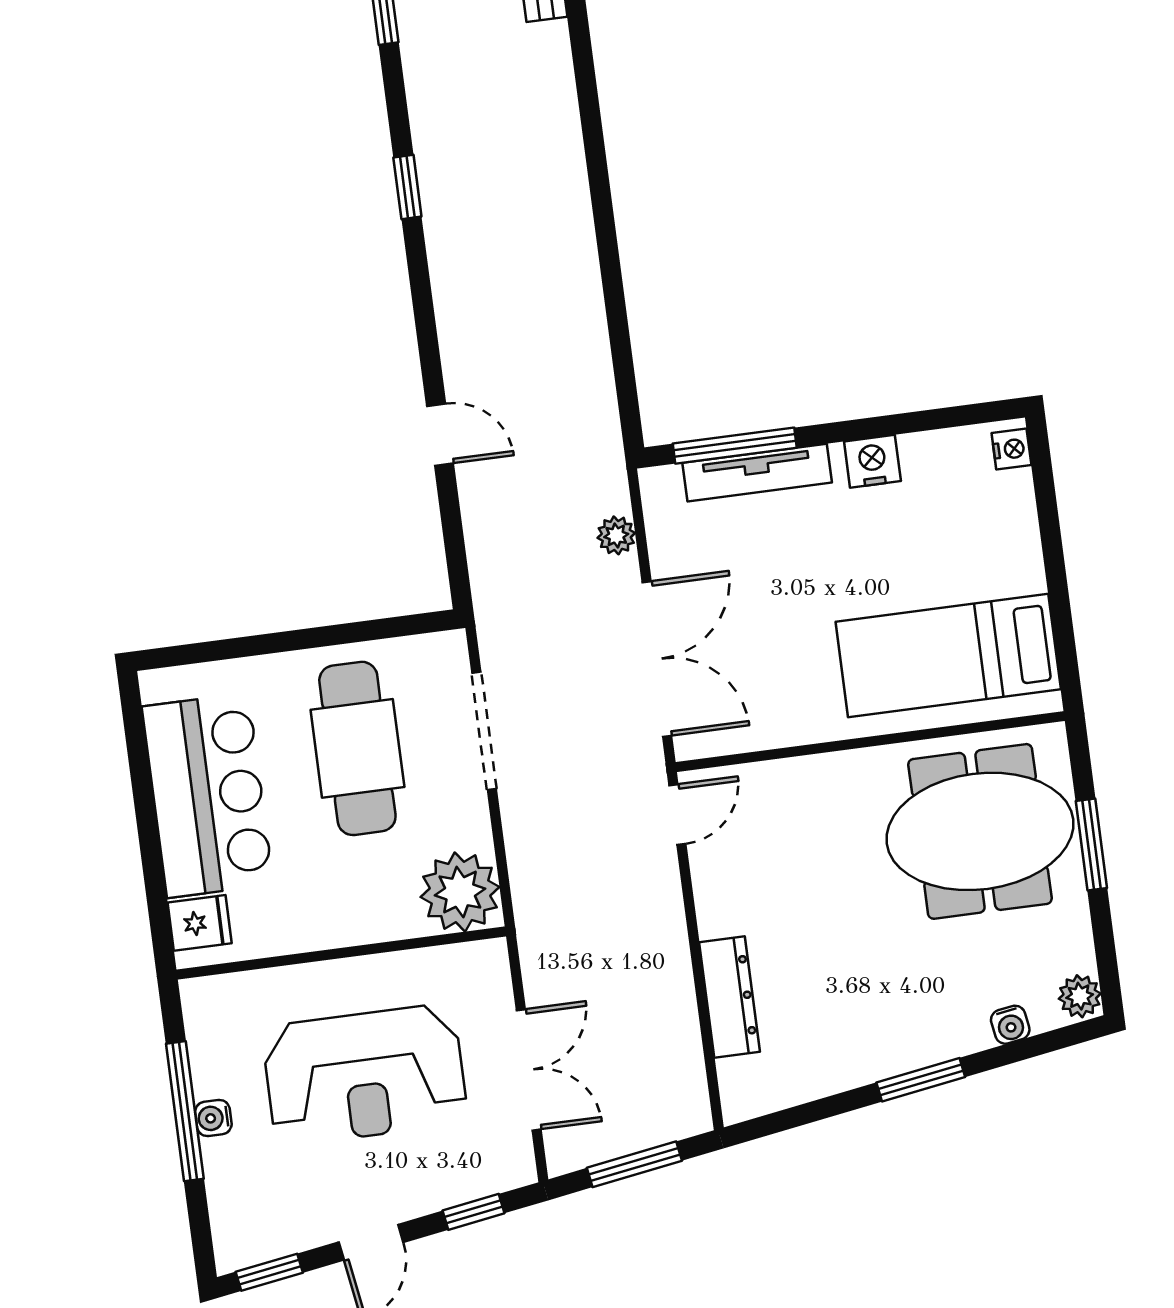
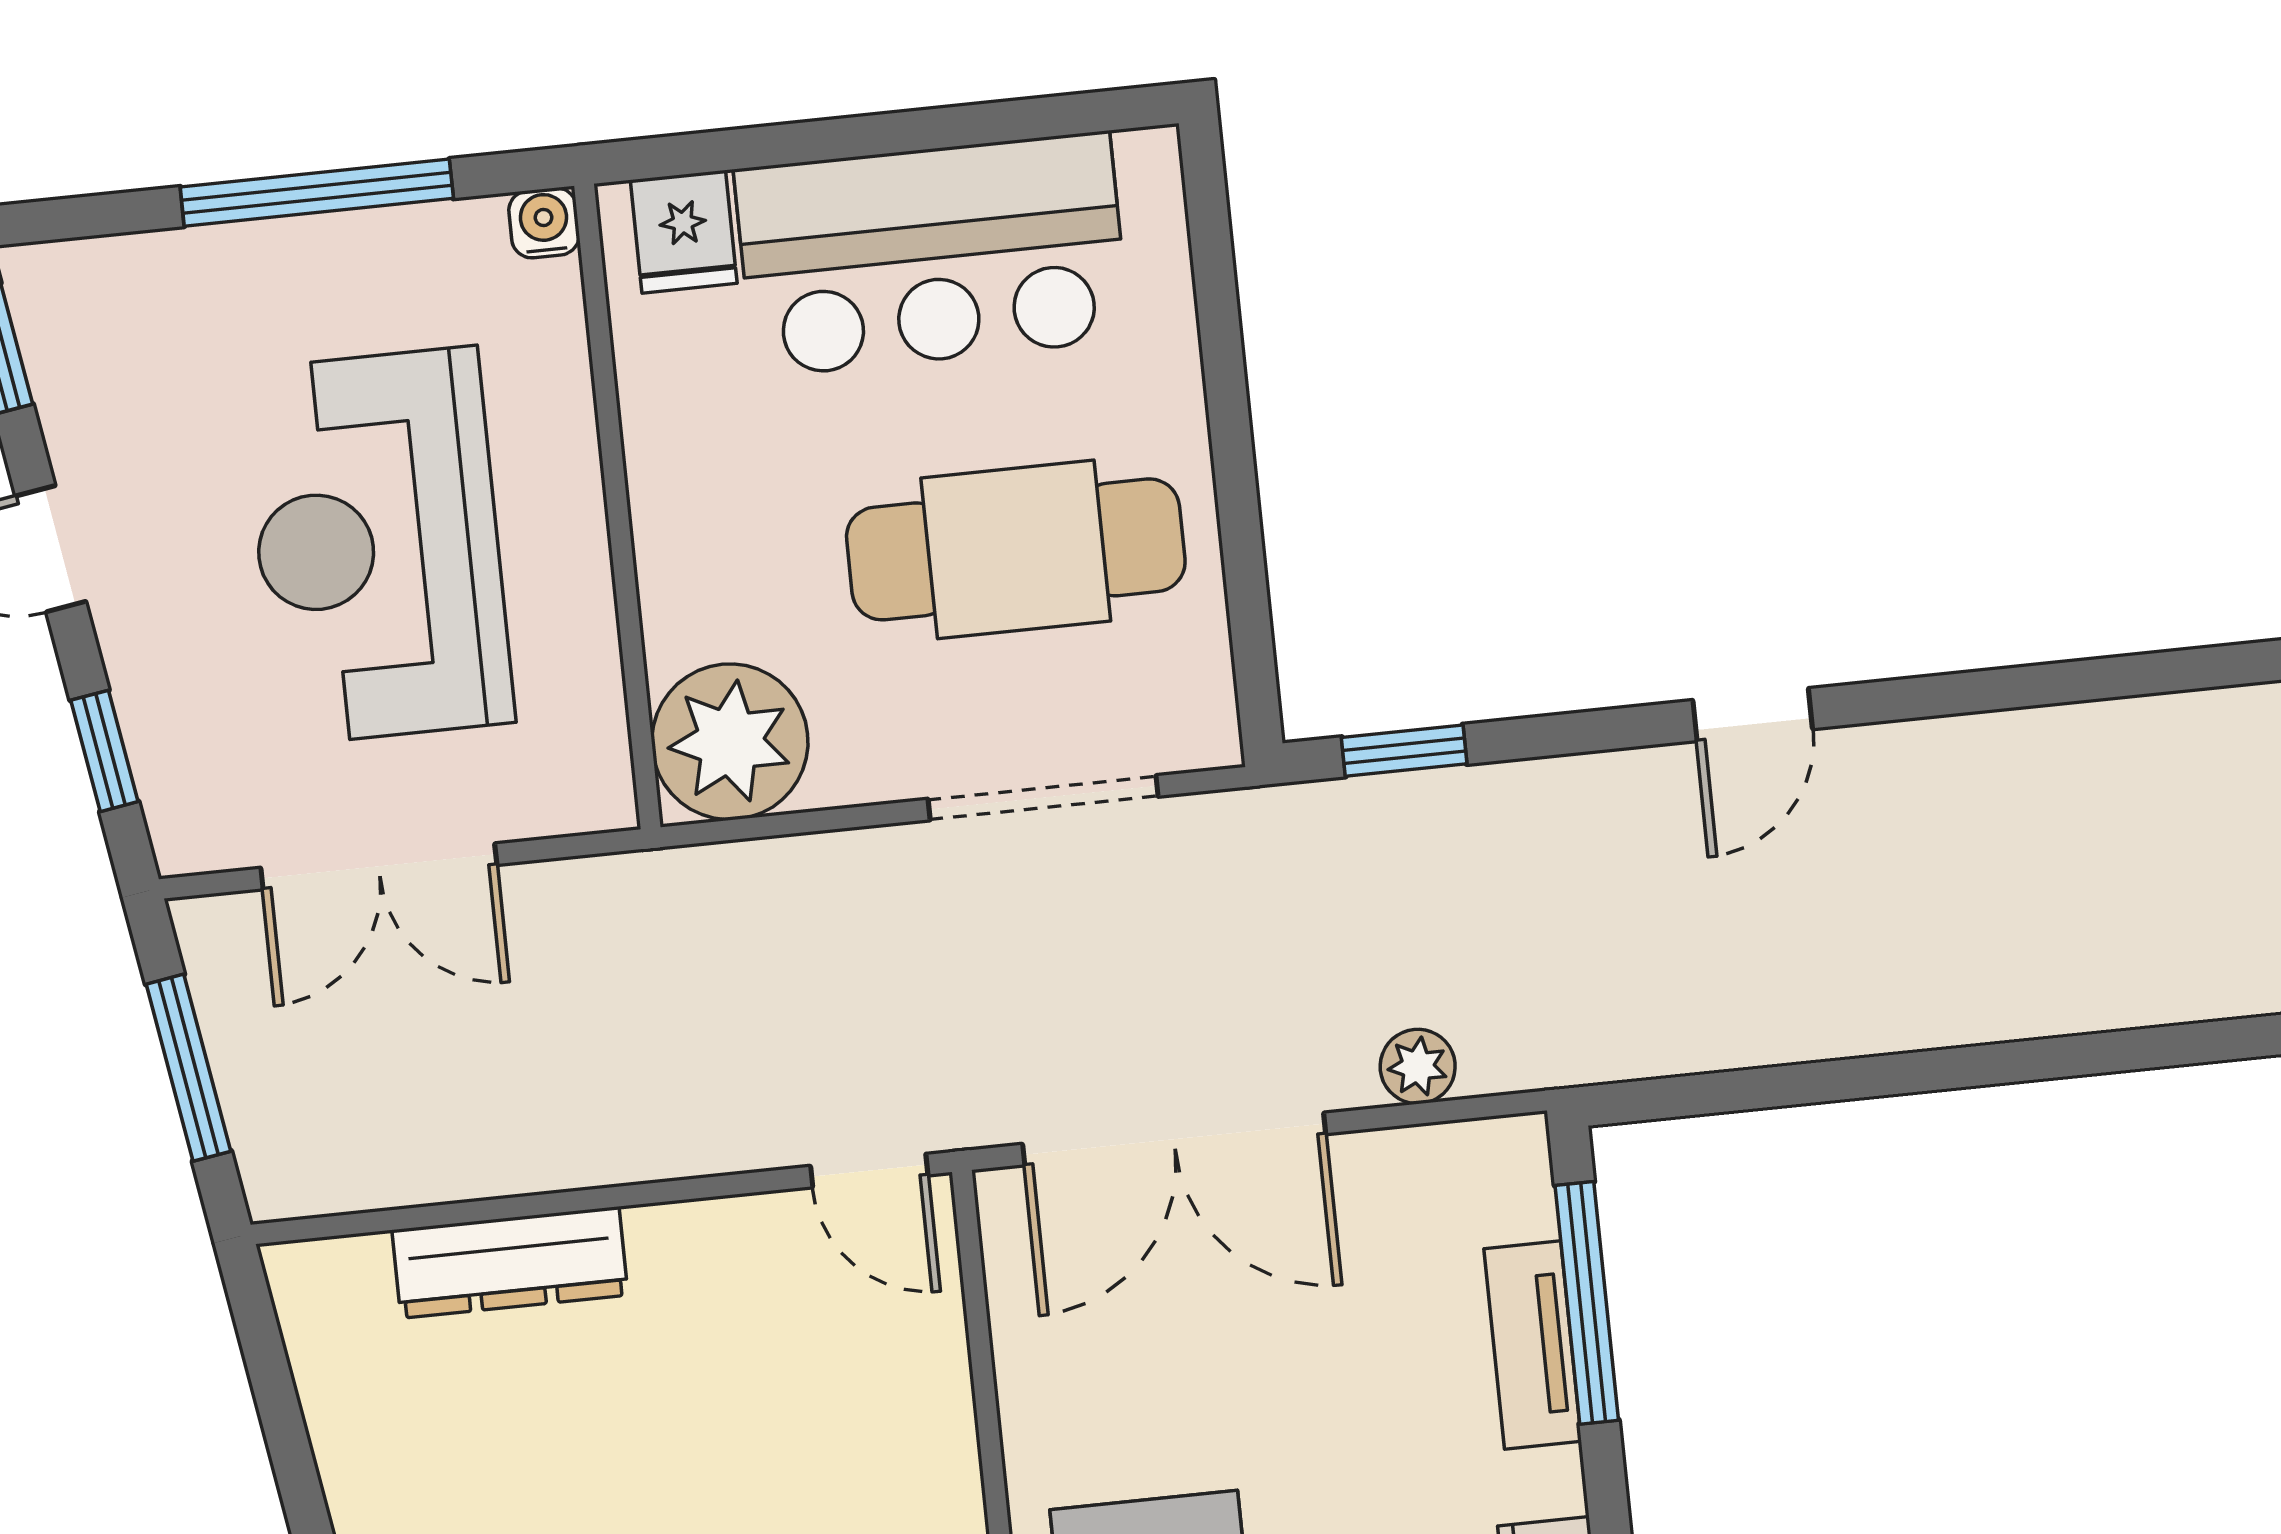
window: (407, 187) -> (1404, 751), moved
door: (440, 435) -> (1753, 715), moved
tv unit: (757, 473) -> (1533, 1345), width x0.71
water cooler: (213, 1118) -> (544, 223), moved

